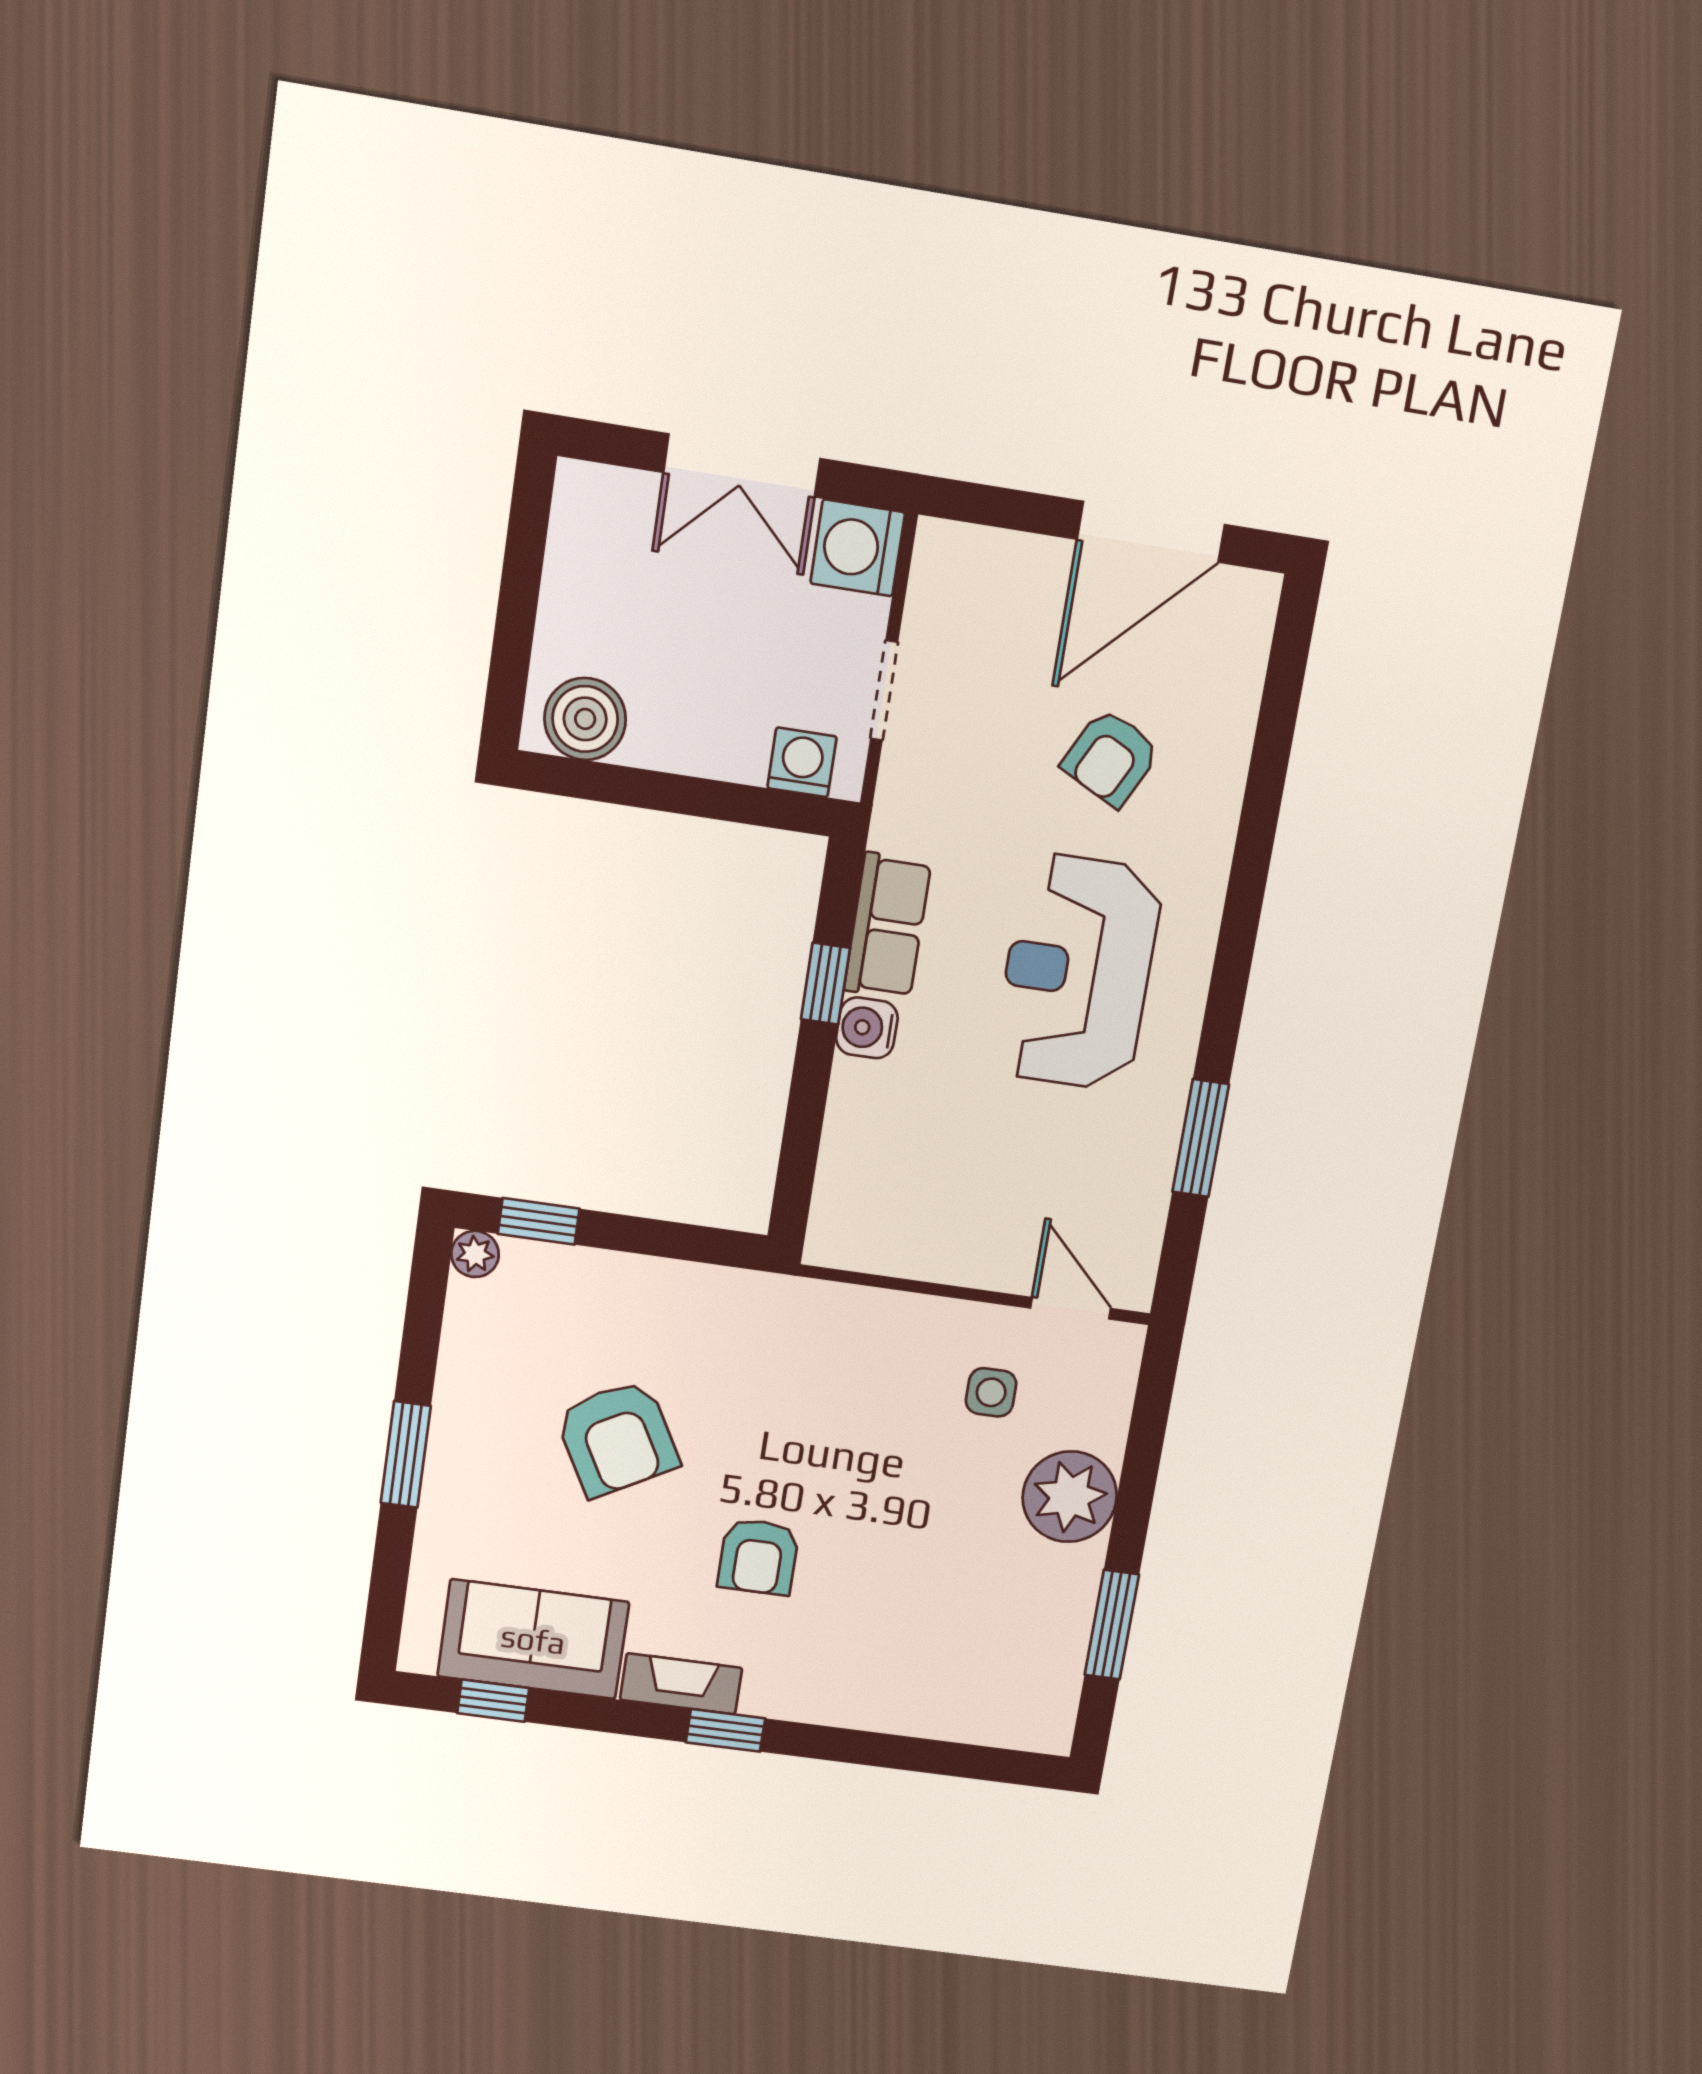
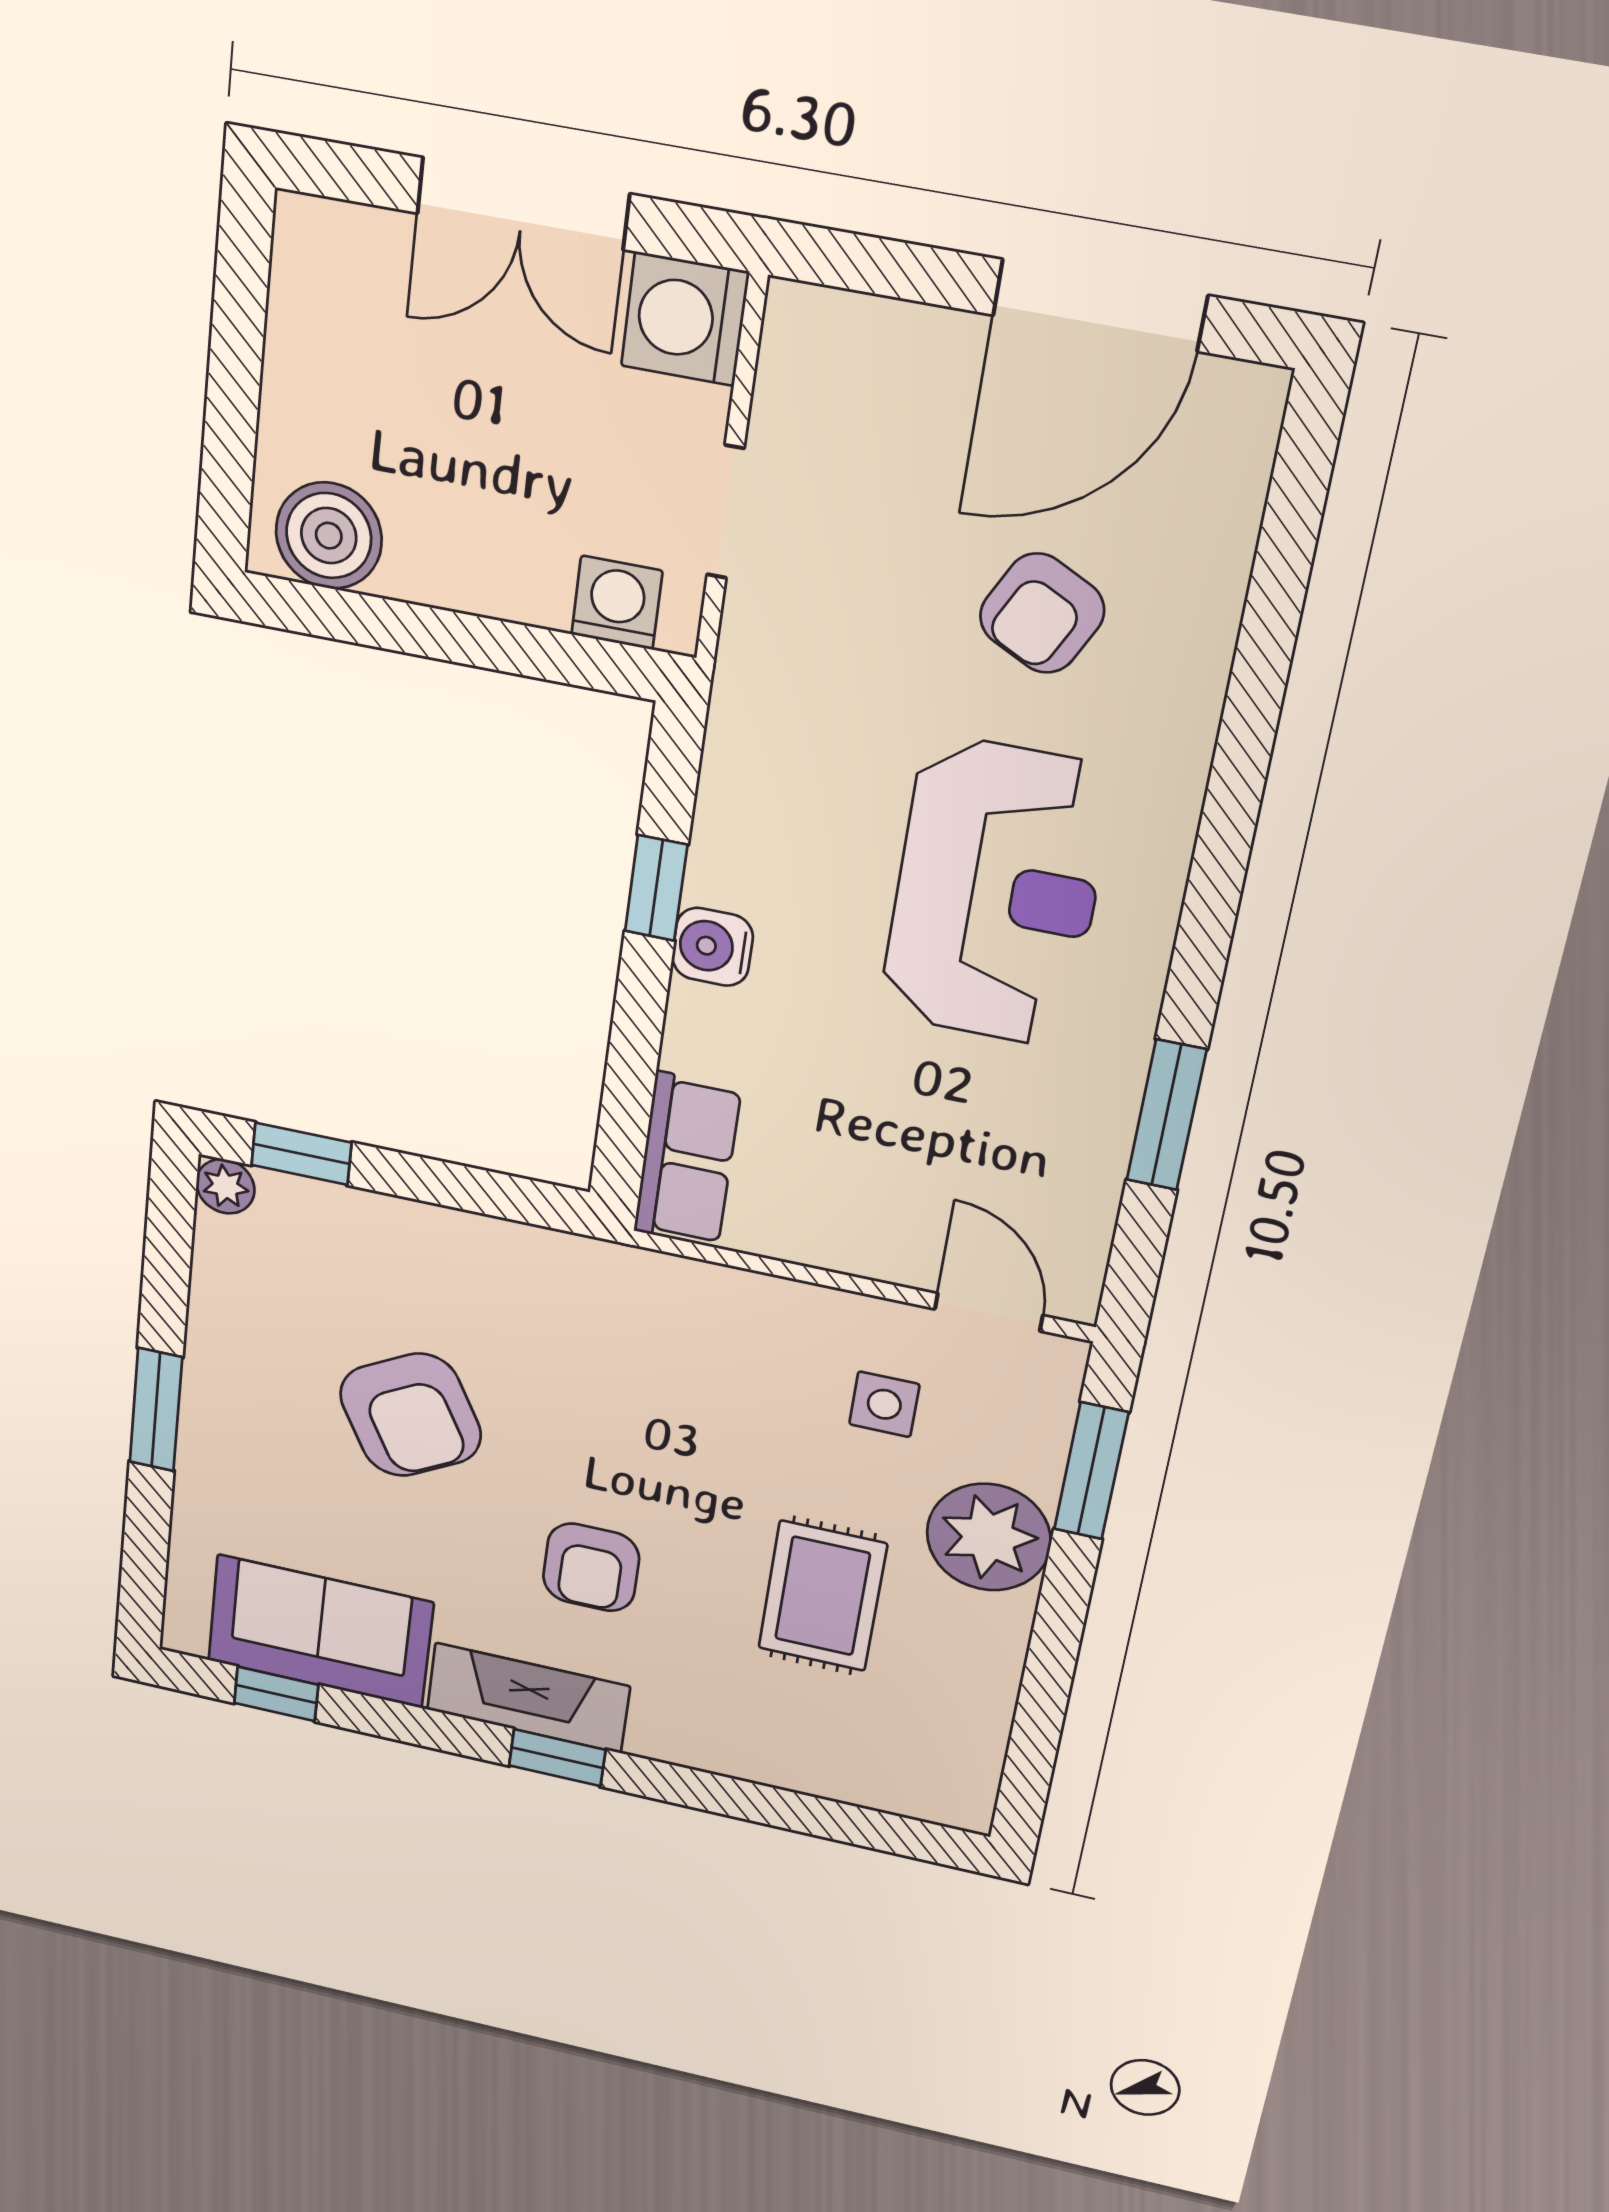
row of seats: (887, 926) -> (687, 1160), moved
reception desk: (1077, 972) -> (996, 893), turned 180
rug: (941, 1561) -> (822, 1596), added
window: (1112, 1625) -> (1091, 1471), moved
fireplace: (681, 1684) -> (528, 1698), width x1.37, depth x1.32

